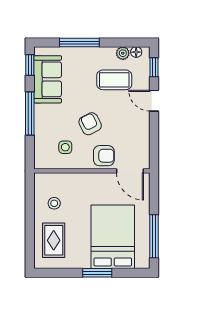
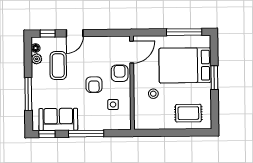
armchair: (90, 124) -> (94, 85), turned -63
stool: (54, 203) -> (153, 94), moved

